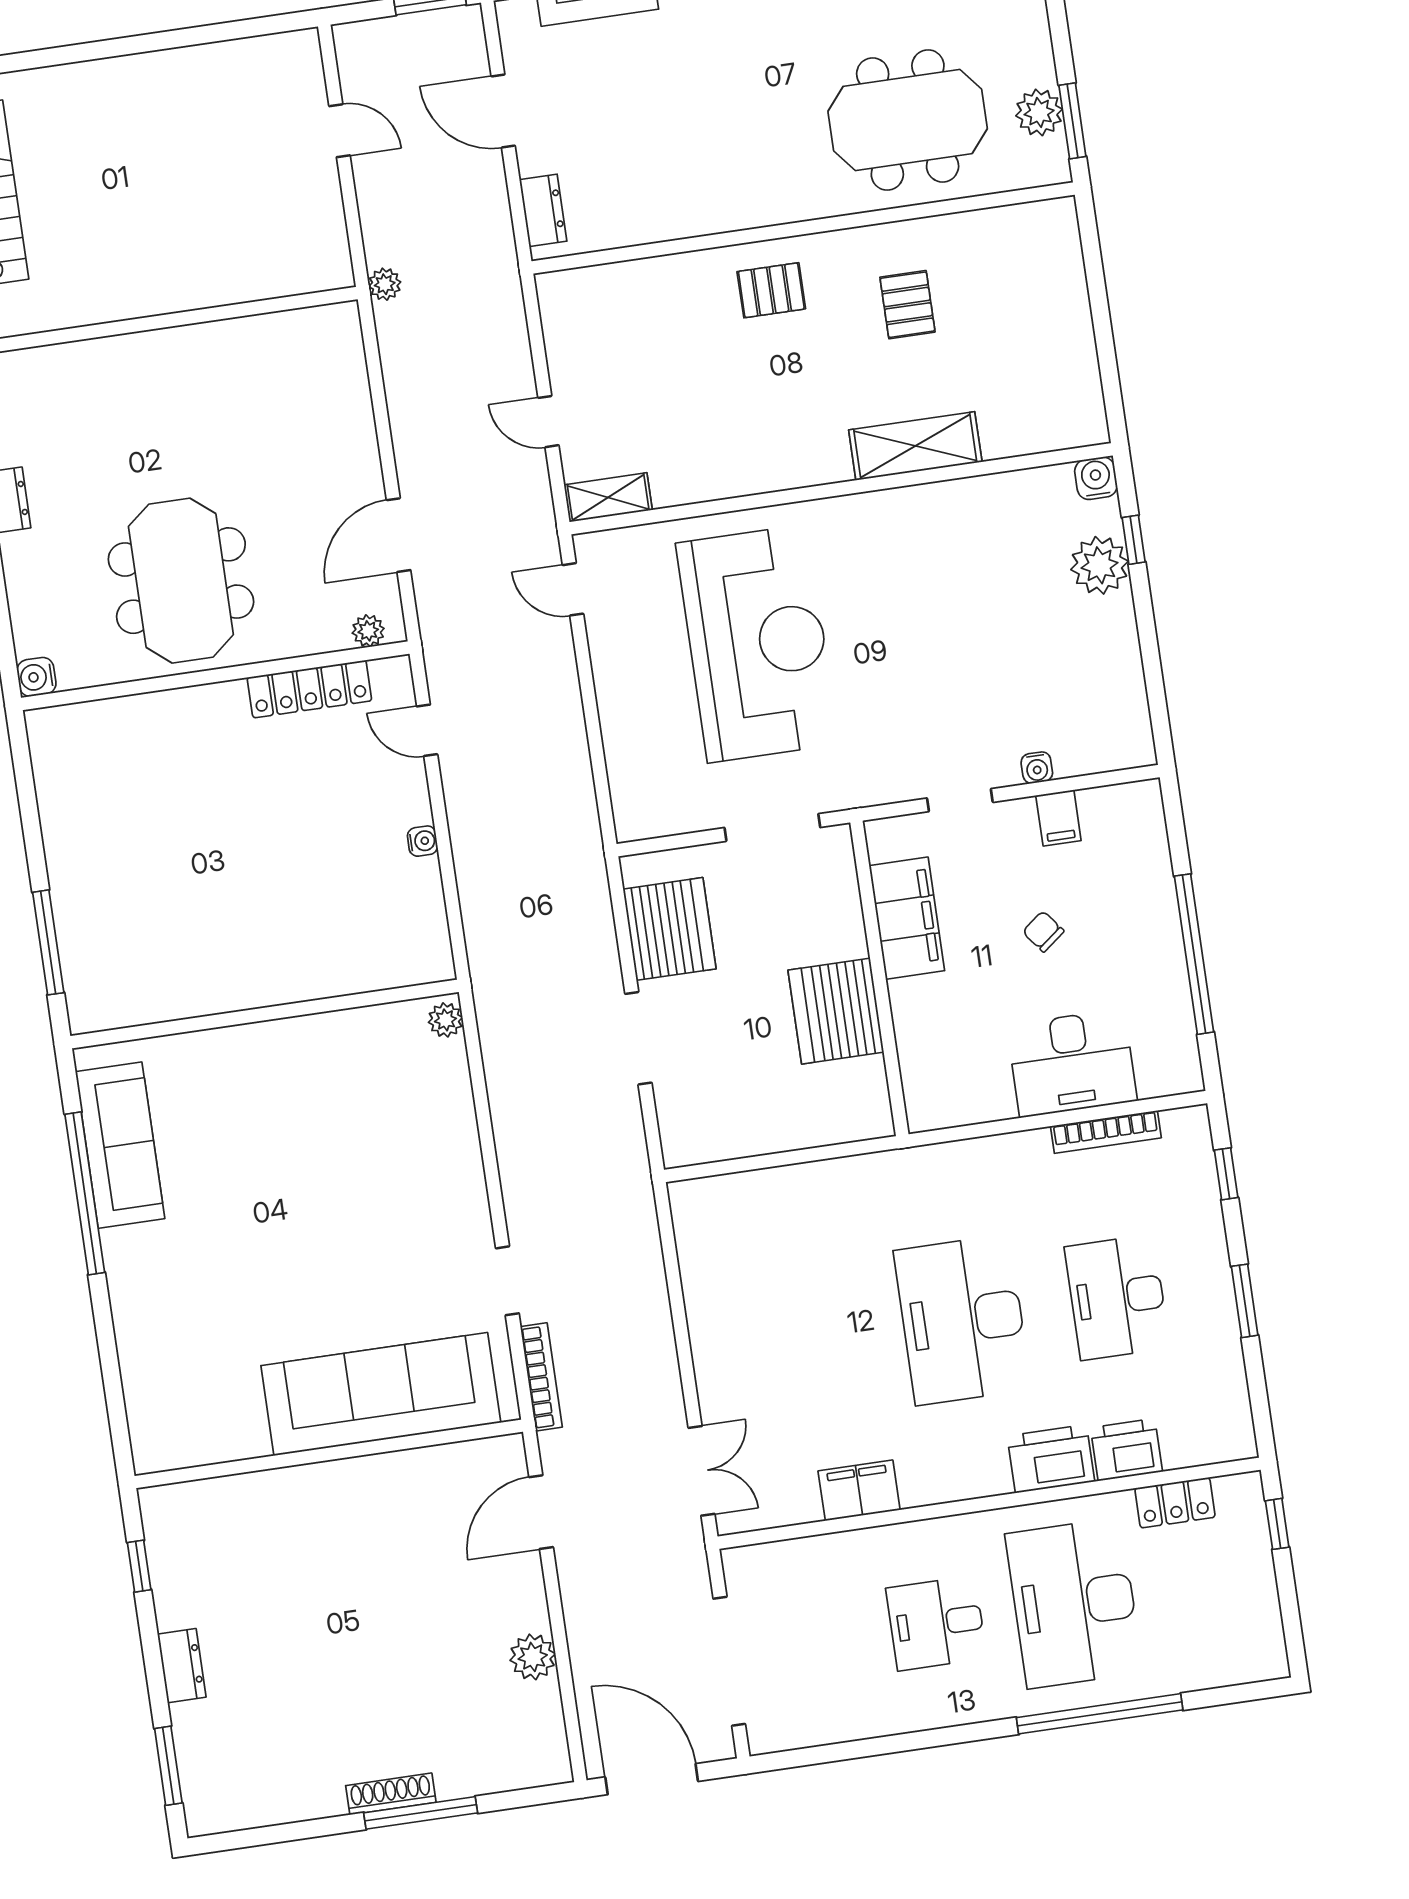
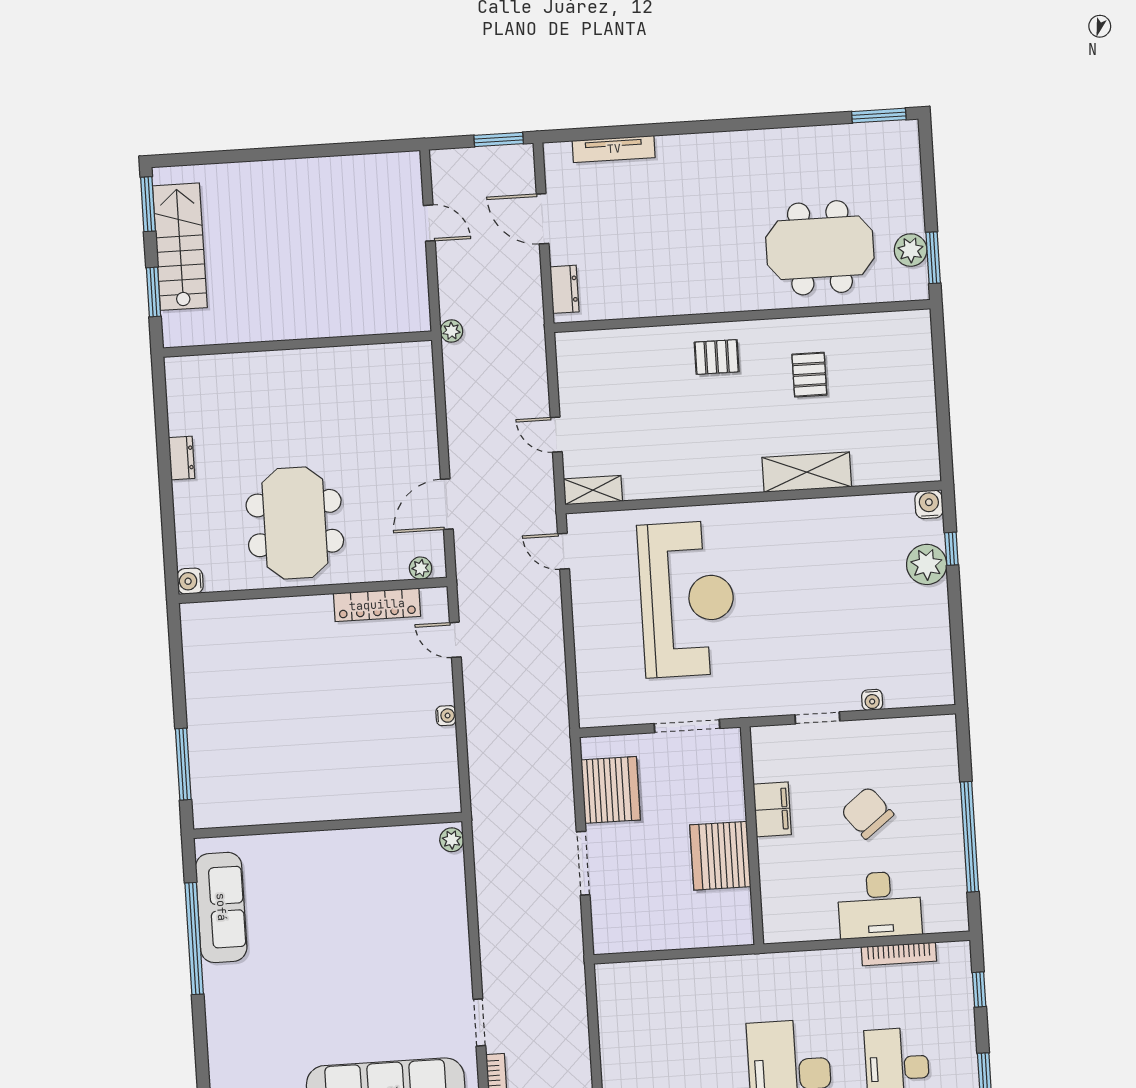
filing cabinet: (1058, 818) -> (884, 736), removed
filing cabinet: (907, 918) -> (772, 809), width x0.67, depth x0.86
chair: (1043, 931) -> (867, 813), width x1.87, depth x1.87

